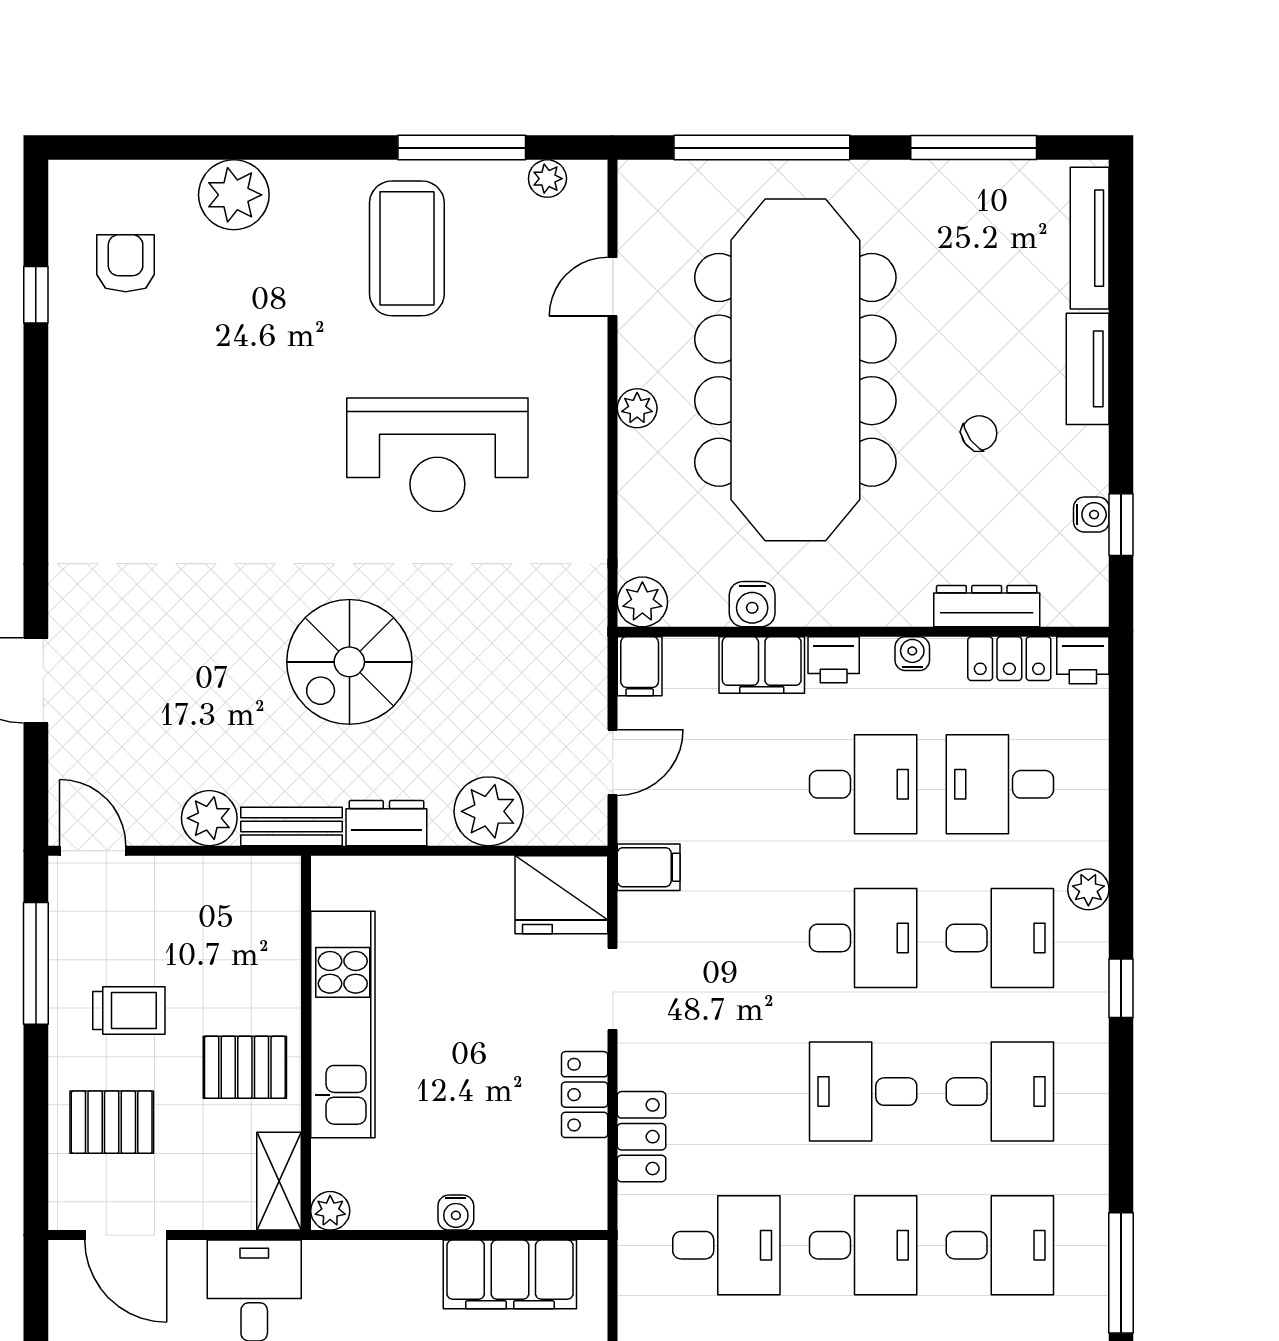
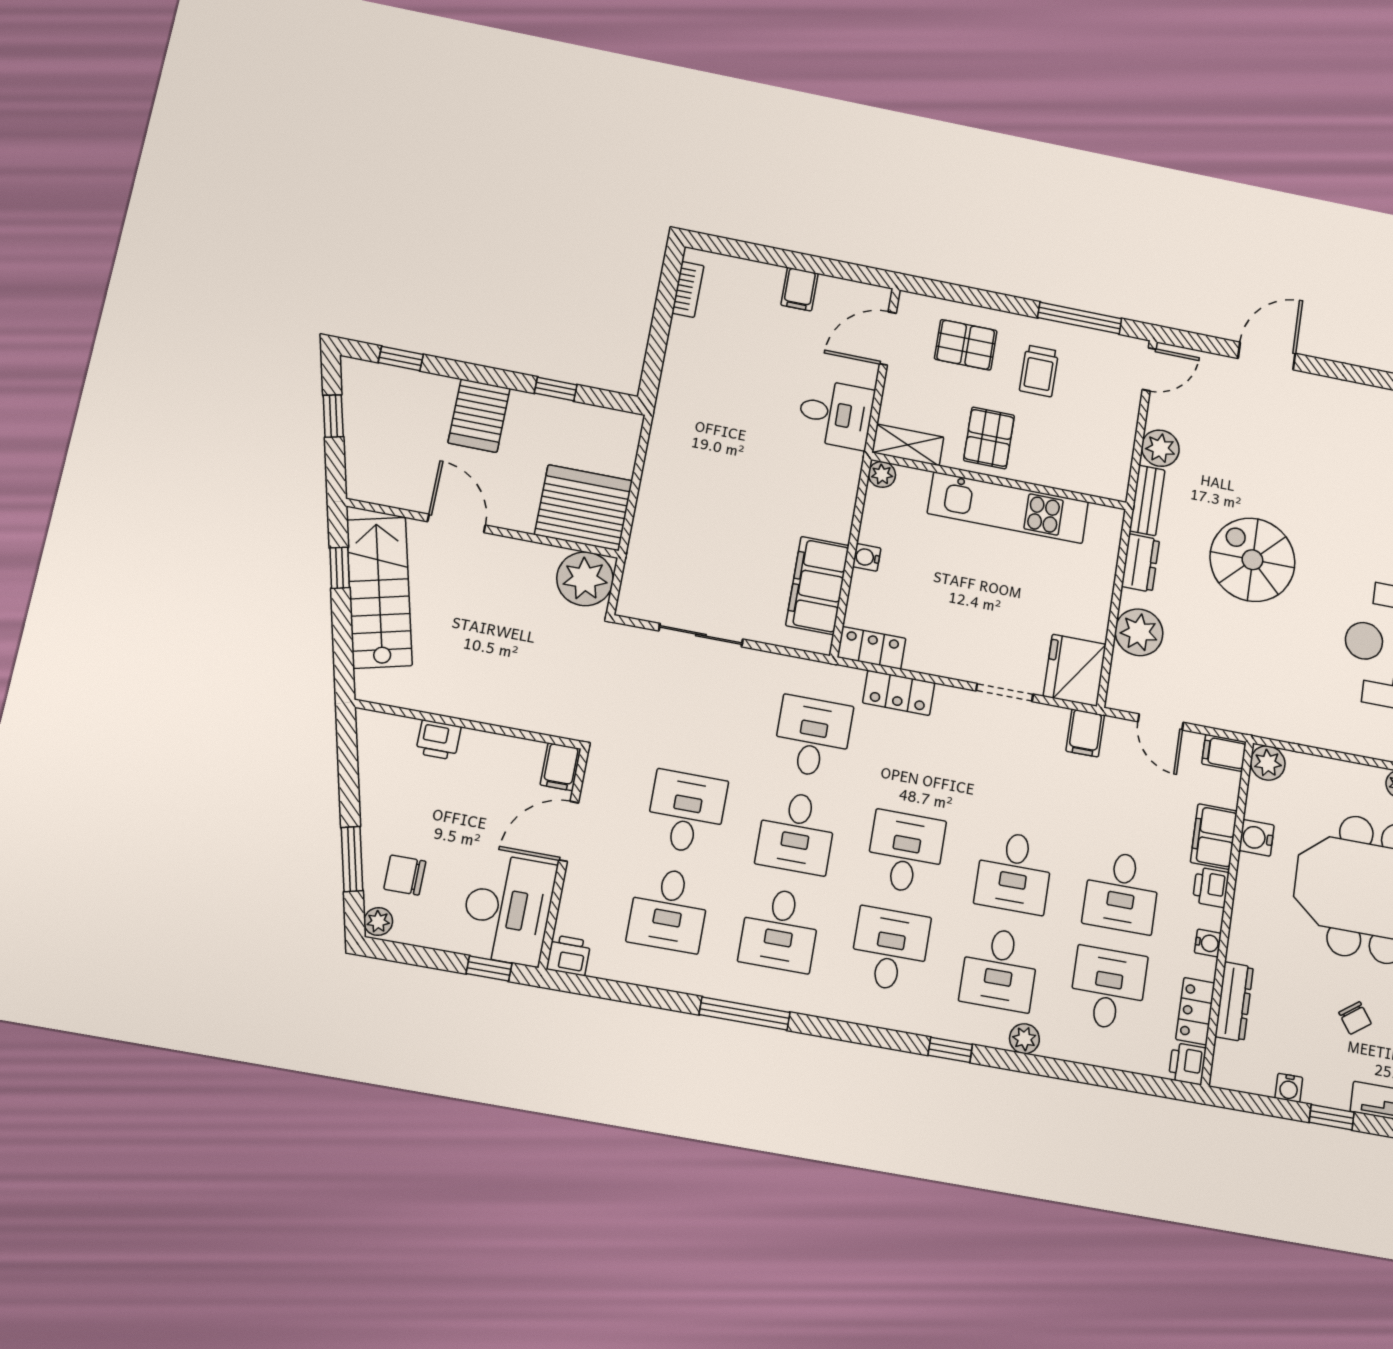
window: (1121, 525) -> (1332, 1117), moved
desk: (1000, 1092) -> (890, 949), turned 180
locker: (585, 1095) -> (872, 648), moved
pallet: (112, 1122) -> (966, 345), turned 90
desk: (726, 1245) -> (813, 737), turned 180

